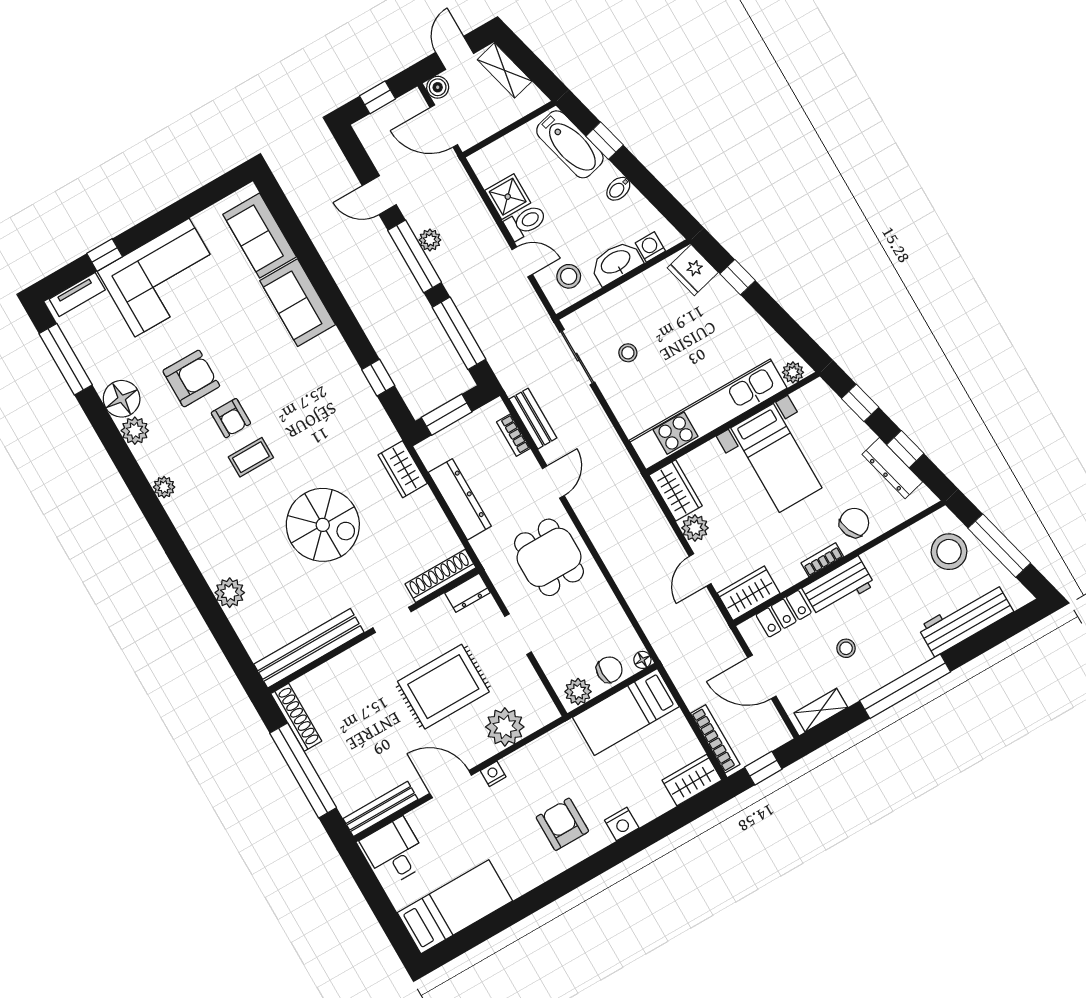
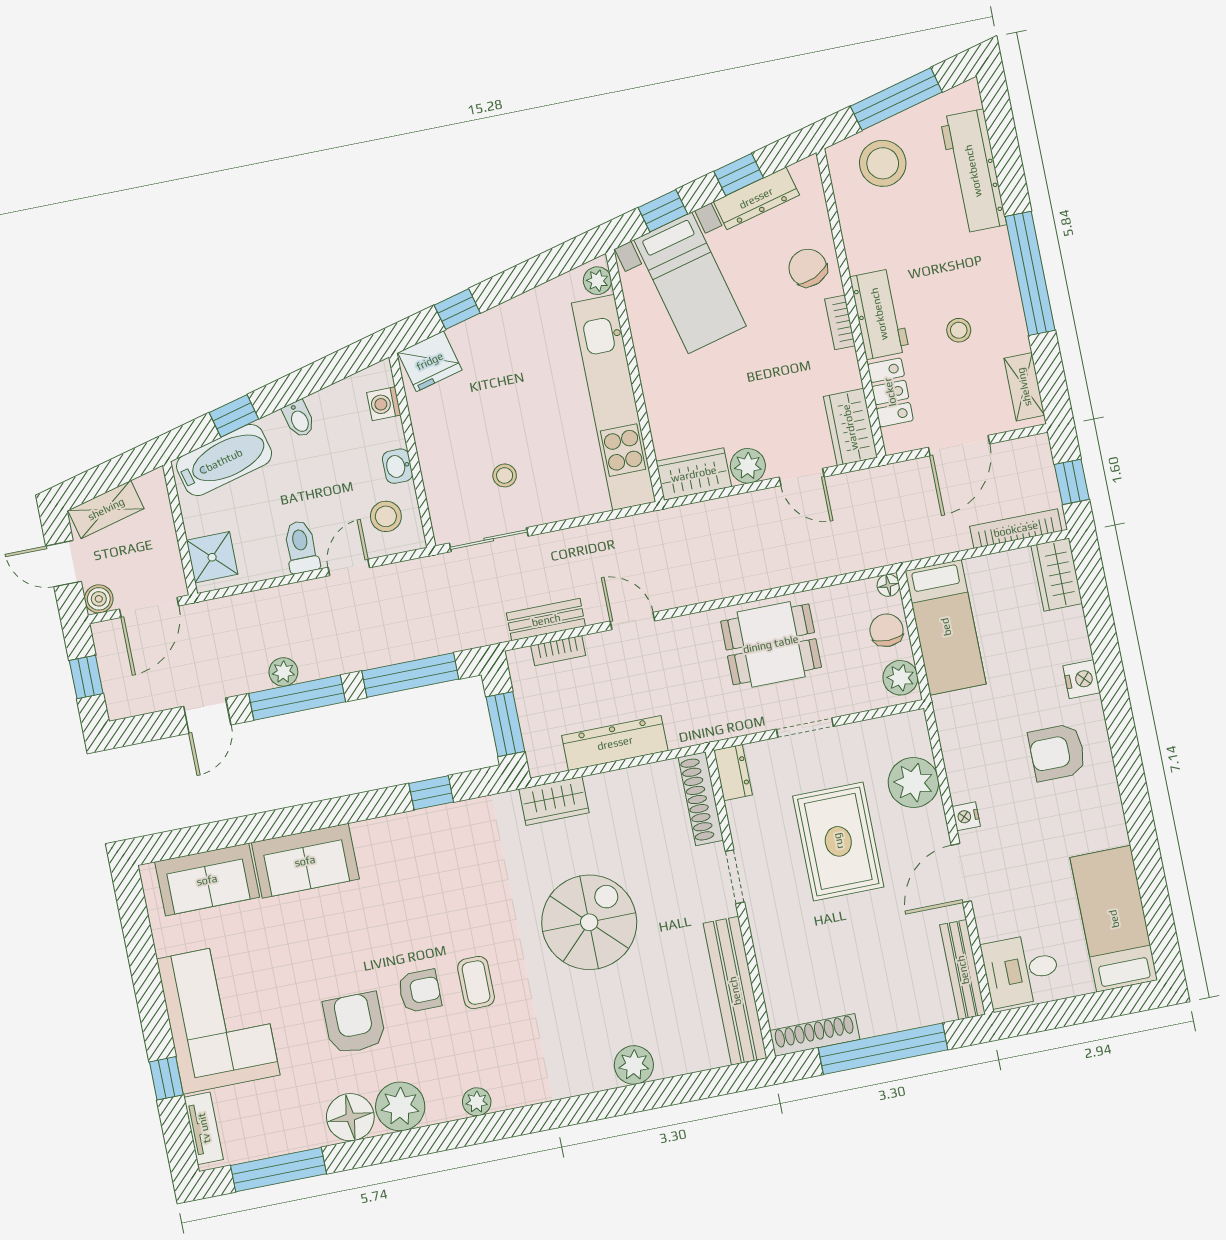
shower: (508, 197) -> (212, 557), moved
washbasin: (616, 263) -> (397, 466), width x0.52, depth x0.69
plant: (135, 431) -> (400, 1106), width x1.36, depth x1.36
bed with nightstands: (776, 458) -> (690, 283), moved, turned 76
dining table: (549, 557) -> (771, 644), moved

